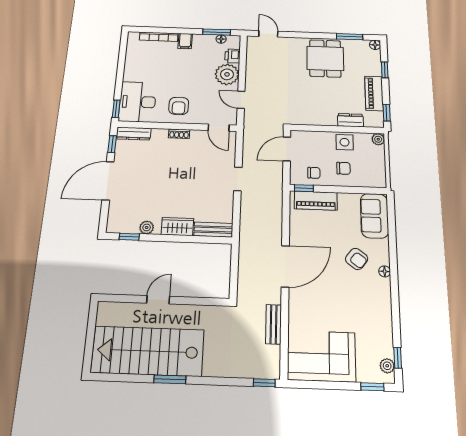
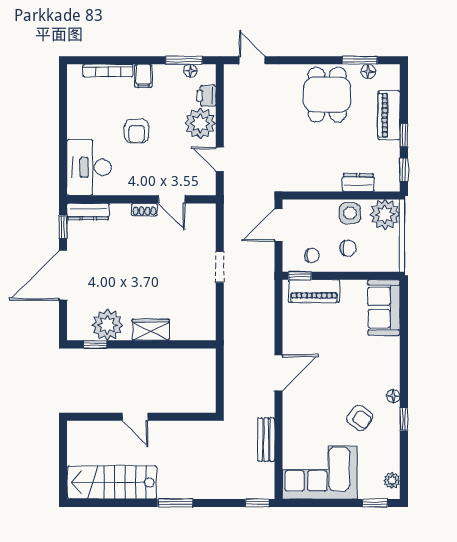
floor lamp: (375, 45) -> (368, 71), moved
window: (385, 70) -> (404, 135), moved
piano: (374, 93) -> (389, 115), moved
armchair: (179, 106) -> (137, 131), moved
window: (116, 109) -> (63, 178), removed
door: (219, 128) -> (172, 199), moved
plant: (378, 139) -> (385, 214), width x1.87, depth x1.87
plant: (147, 227) -> (107, 325), width x1.88, depth x1.88
bench: (213, 230) -> (193, 332), removed
armchair: (357, 259) -> (360, 418), moved
door: (285, 266) -> (279, 373), width x0.73
floor lamp: (385, 271) -> (393, 396), moved
door: (158, 300) -> (135, 417), swing flipped
stairs: (148, 351) -> (112, 482), width x0.73, depth x0.66
window: (398, 358) -> (404, 419), moved
window: (170, 379) -> (175, 503), moved

